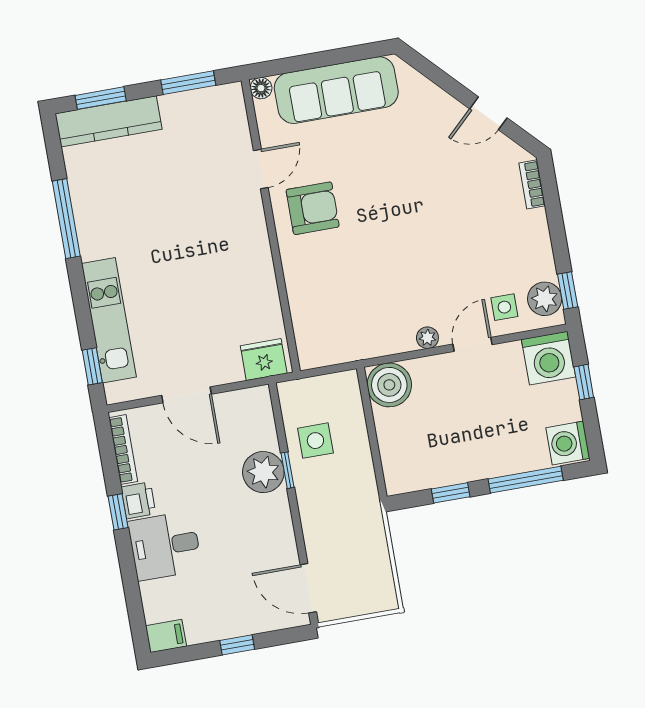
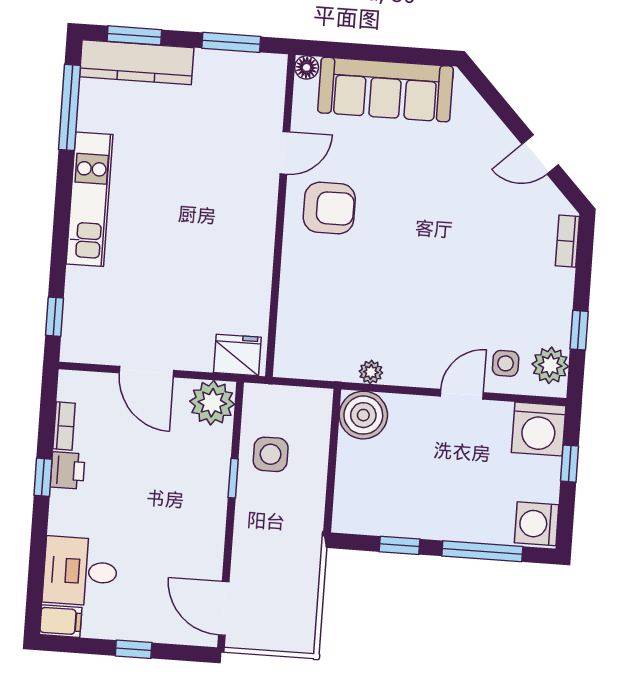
window: (66, 219) -> (69, 107), moved
window: (568, 291) -> (579, 330), moved
kitchen unit: (109, 320) -> (90, 199), moved
plant: (427, 338) -> (371, 372), moved
bookcase: (123, 450) -> (64, 426), width x0.64
plant: (263, 472) -> (212, 403), moved
desk: (165, 546) -> (80, 571), moved

